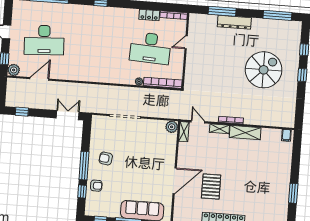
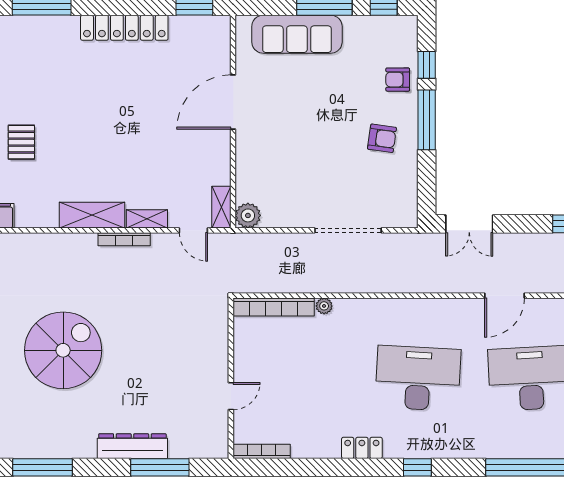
locker: (149, 15) -> (362, 448), moved
desk: (150, 48) -> (418, 378), moved
spiral stairs: (264, 70) -> (63, 350), turned 180
door: (39, 79) -> (505, 296), moved
pallet: (211, 187) -> (21, 142), moved, width x0.67, depth x0.71

